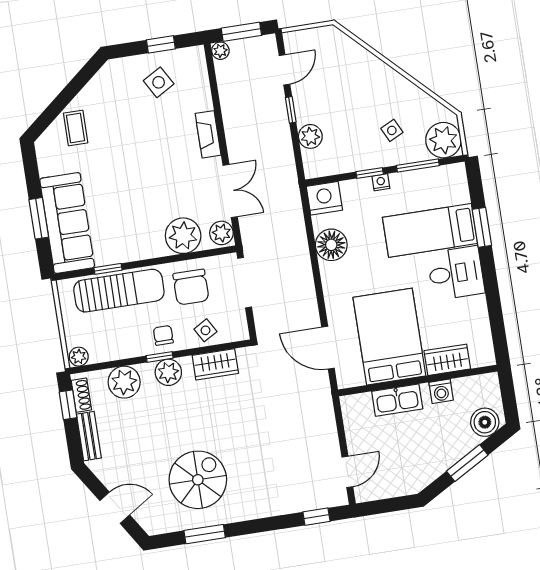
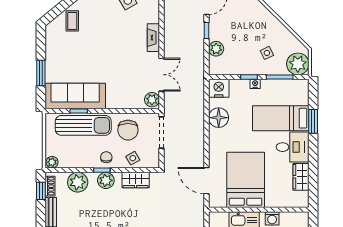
sofa: (67, 223) -> (75, 96), moved, turned -90
plant: (183, 236) -> (128, 98), removed
wardrobe: (447, 360) -> (301, 177), moved, turned -90

